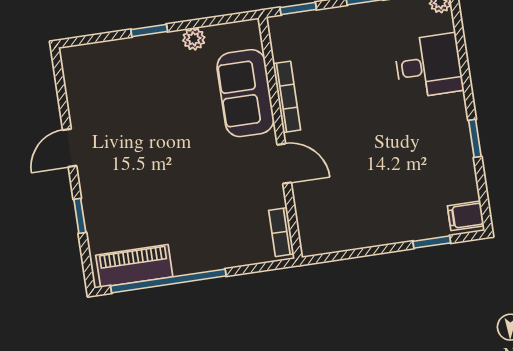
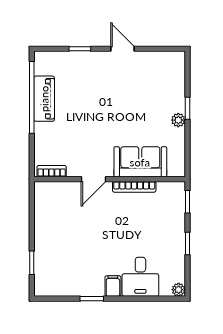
plant: (194, 39) -> (178, 120), moved
filing cabinet: (466, 216) -> (113, 286), moved
piano: (134, 266) -> (44, 99), moved

